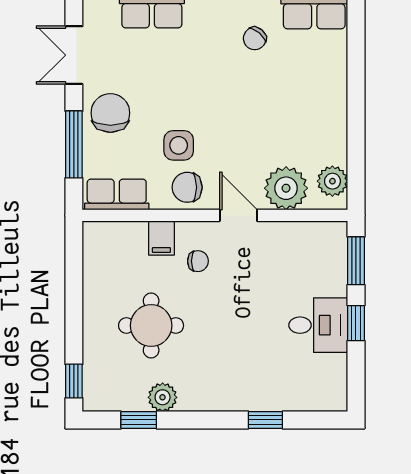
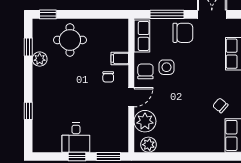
round table: (151, 326) -> (70, 40), moved

